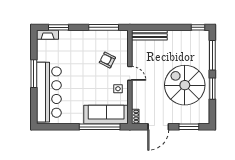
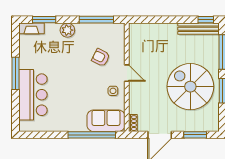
bench: (149, 35) -> (199, 29), moved
plant: (79, 36) -> (67, 30), added
bar counter: (49, 92) -> (33, 95), width x0.73
sofa: (106, 115) -> (106, 121), width x0.73

